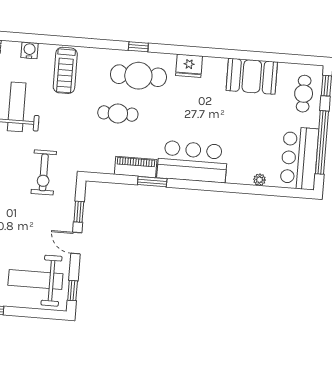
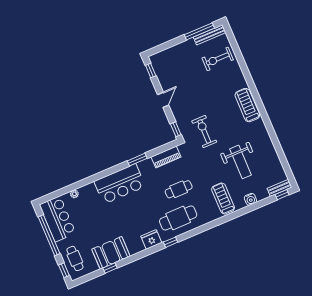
window: (138, 47) -> (171, 242), moved
window: (264, 57) -> (110, 268), added
piano: (136, 167) -> (166, 157), moved
window: (79, 212) -> (176, 129), moved
door: (76, 243) -> (163, 100), hinge flipped
weight bench: (35, 279) -> (176, 66), removed

